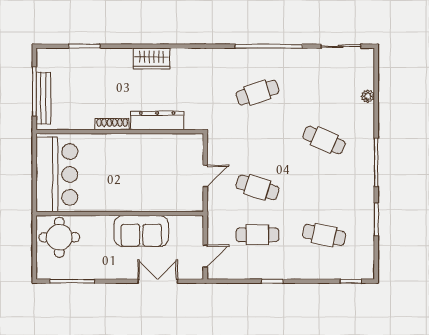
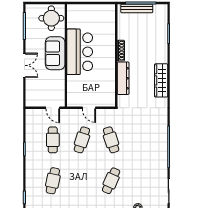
wardrobe: (152, 59) -> (161, 80), width x1.50
cafe table: (257, 93) -> (111, 140), moved
bar counter: (57, 174) -> (80, 52), moved, turned -90
sofa: (141, 231) -> (55, 53), moved
door: (205, 256) -> (53, 108), moved
double door: (158, 281) -> (24, 65), moved

